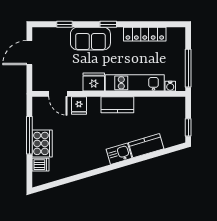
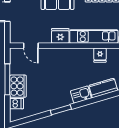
kitchen counter: (117, 105) -> (80, 55), removed
fridge: (79, 106) -> (100, 55), moved
window: (95, 172) -> (61, 110), added

